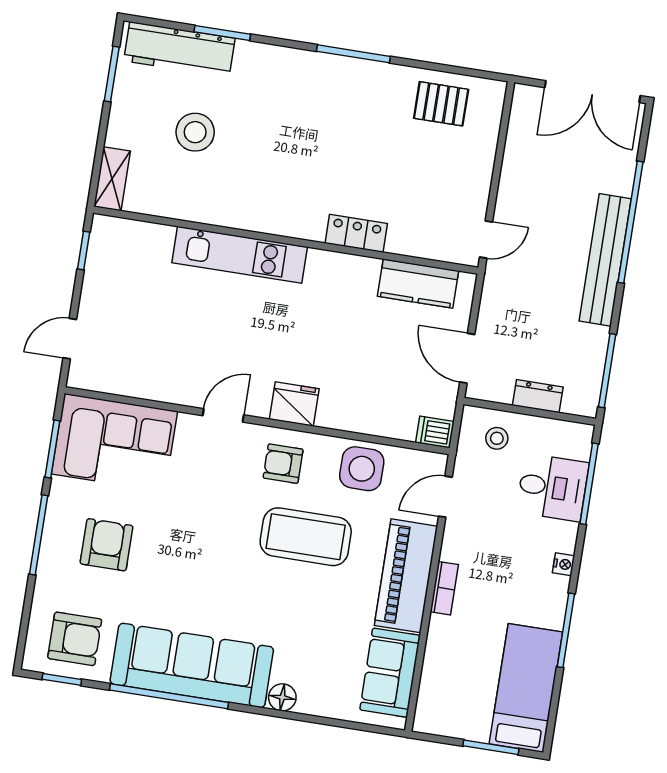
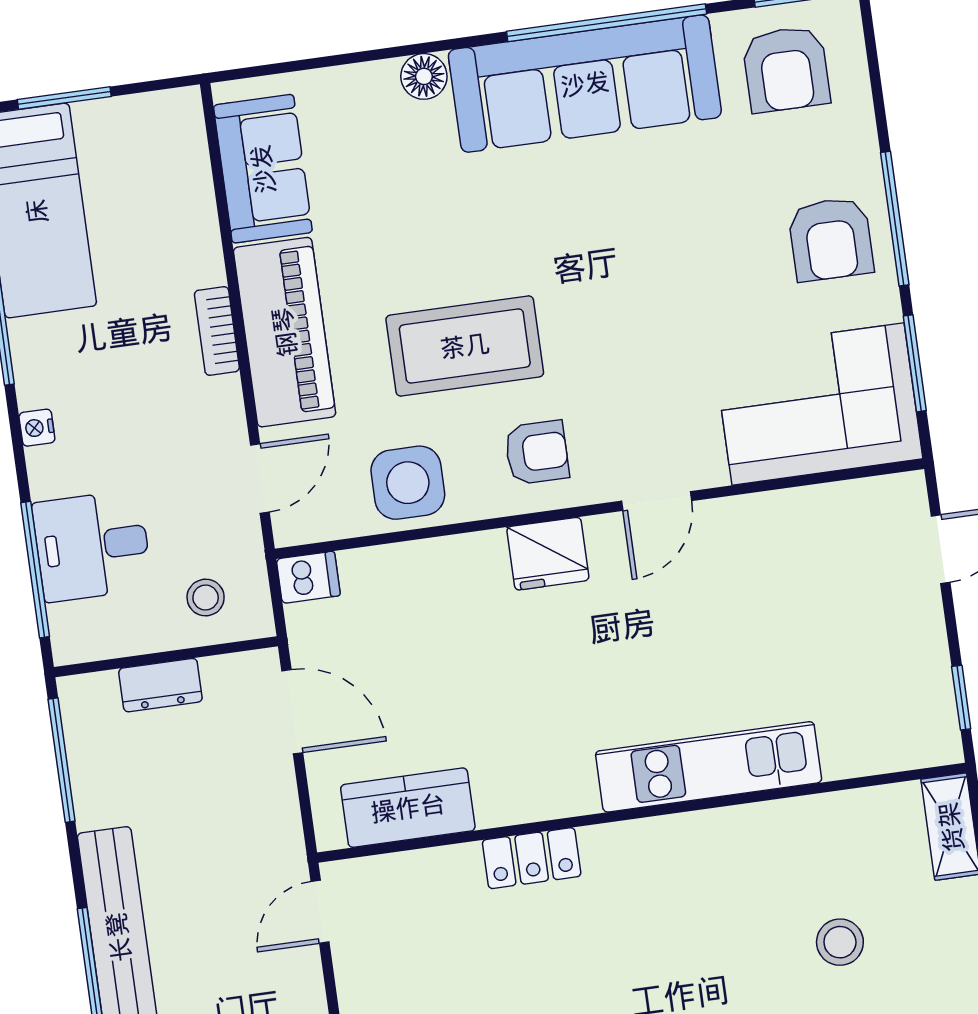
stool: (195, 132) -> (840, 942), width x0.73, depth x0.73
armchair: (107, 545) -> (831, 239), moved
armchair: (75, 639) -> (786, 69), turned -90

